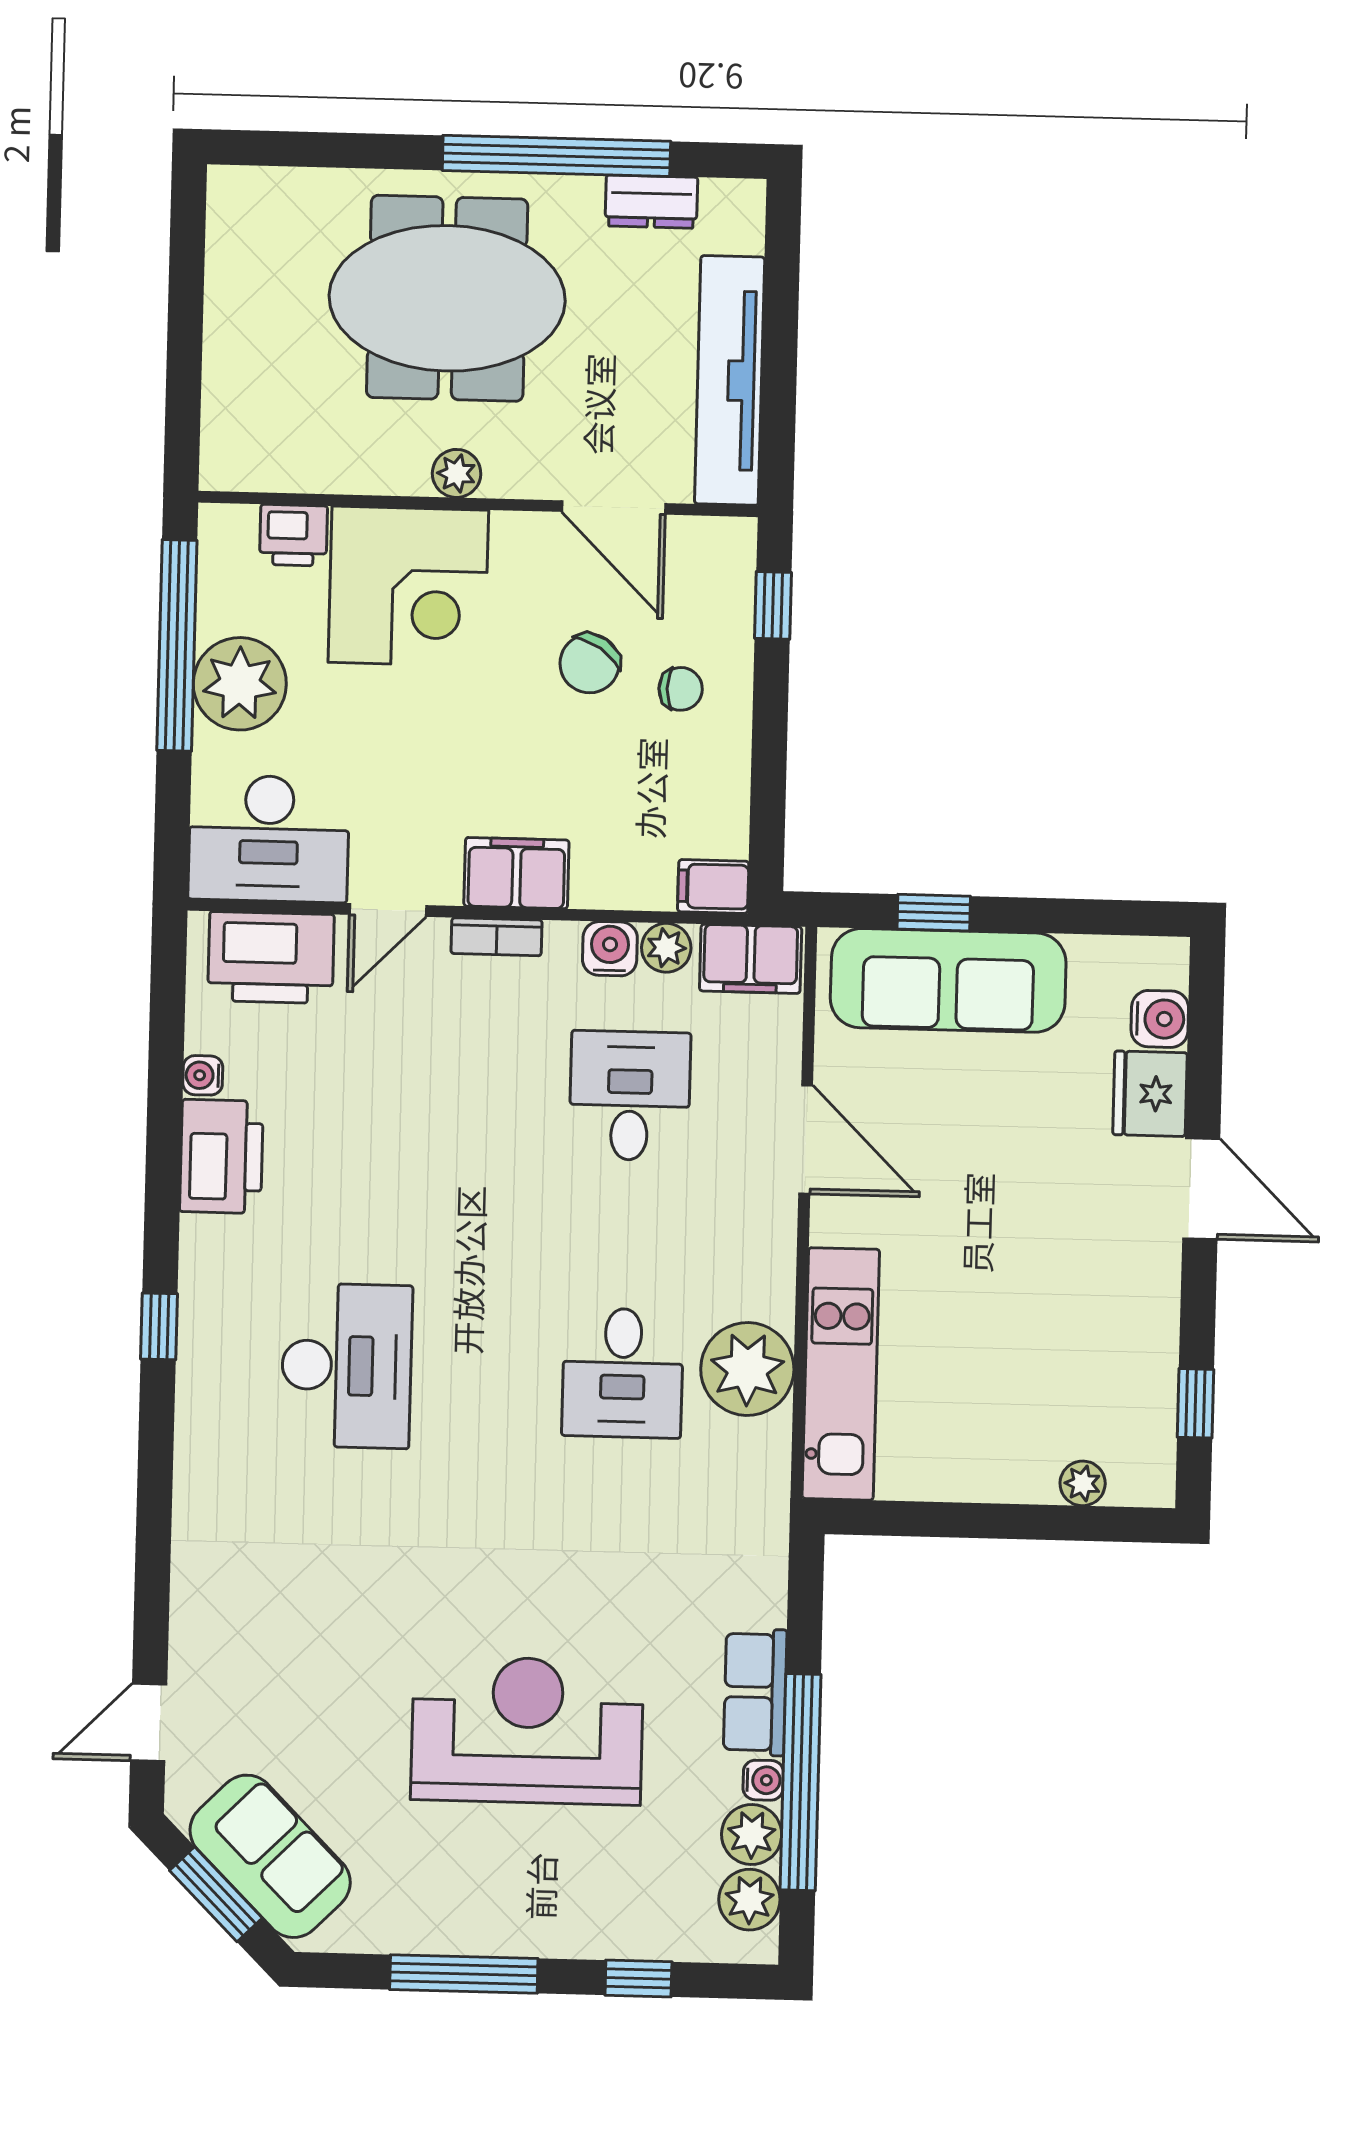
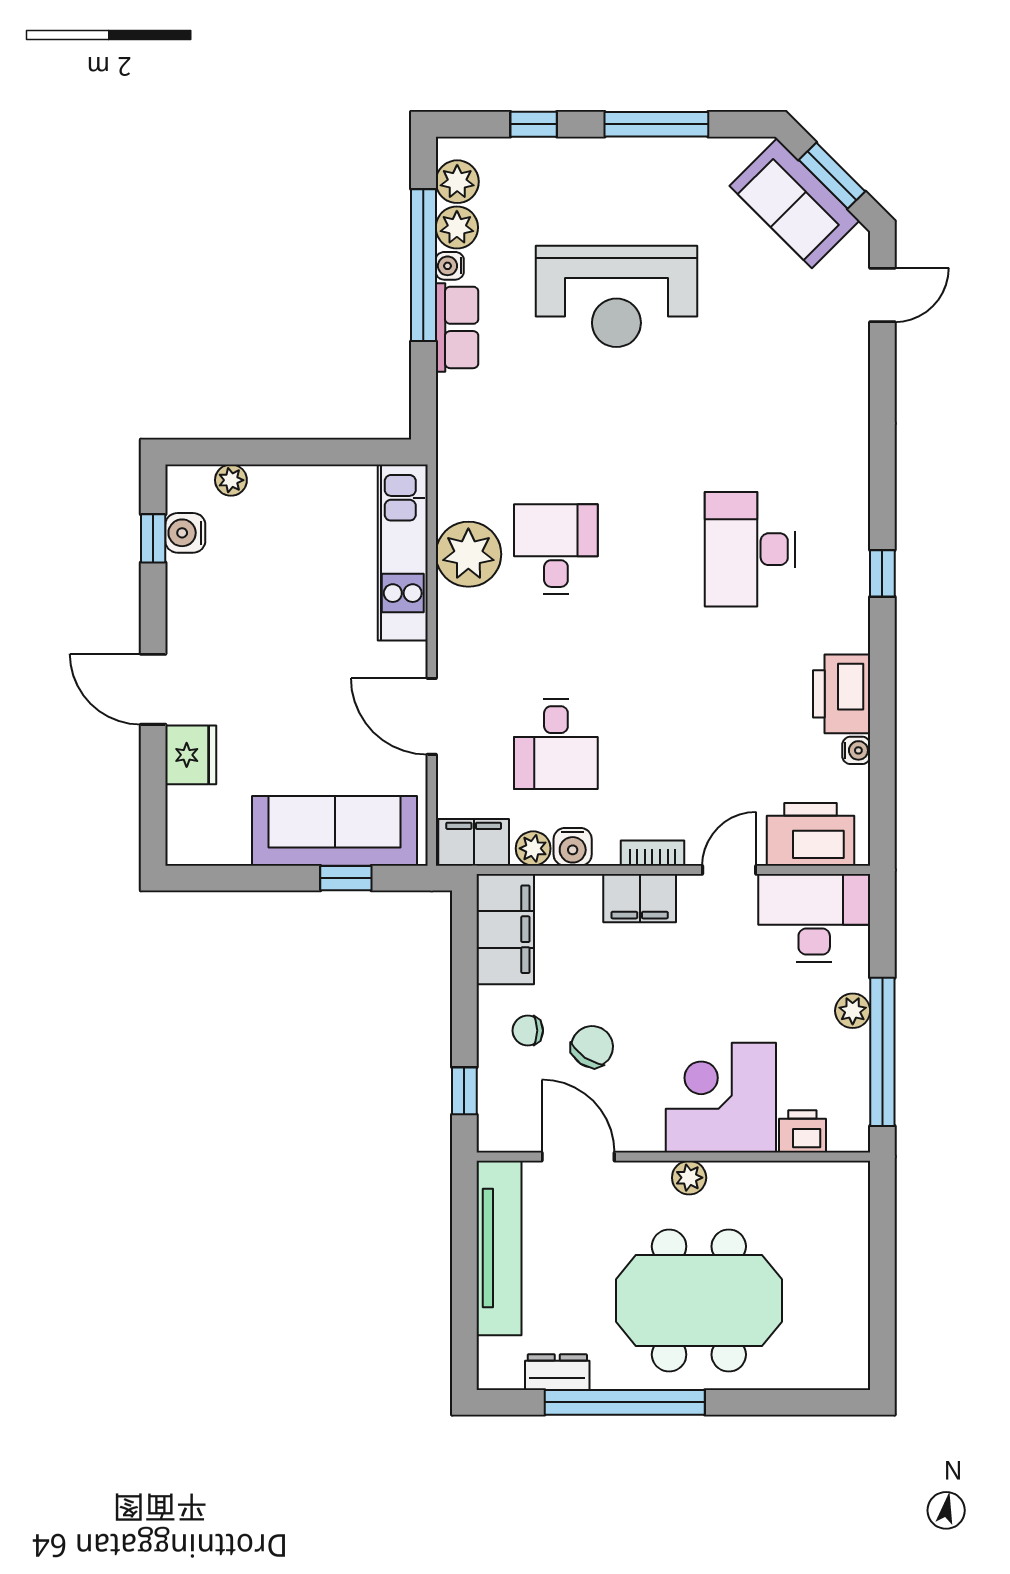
plant: (240, 684) -> (853, 1011), width x0.53, depth x0.53
filing cabinet: (713, 886) -> (505, 929), width x3.00, depth x1.17
water cooler: (1160, 1019) -> (185, 533), moved

